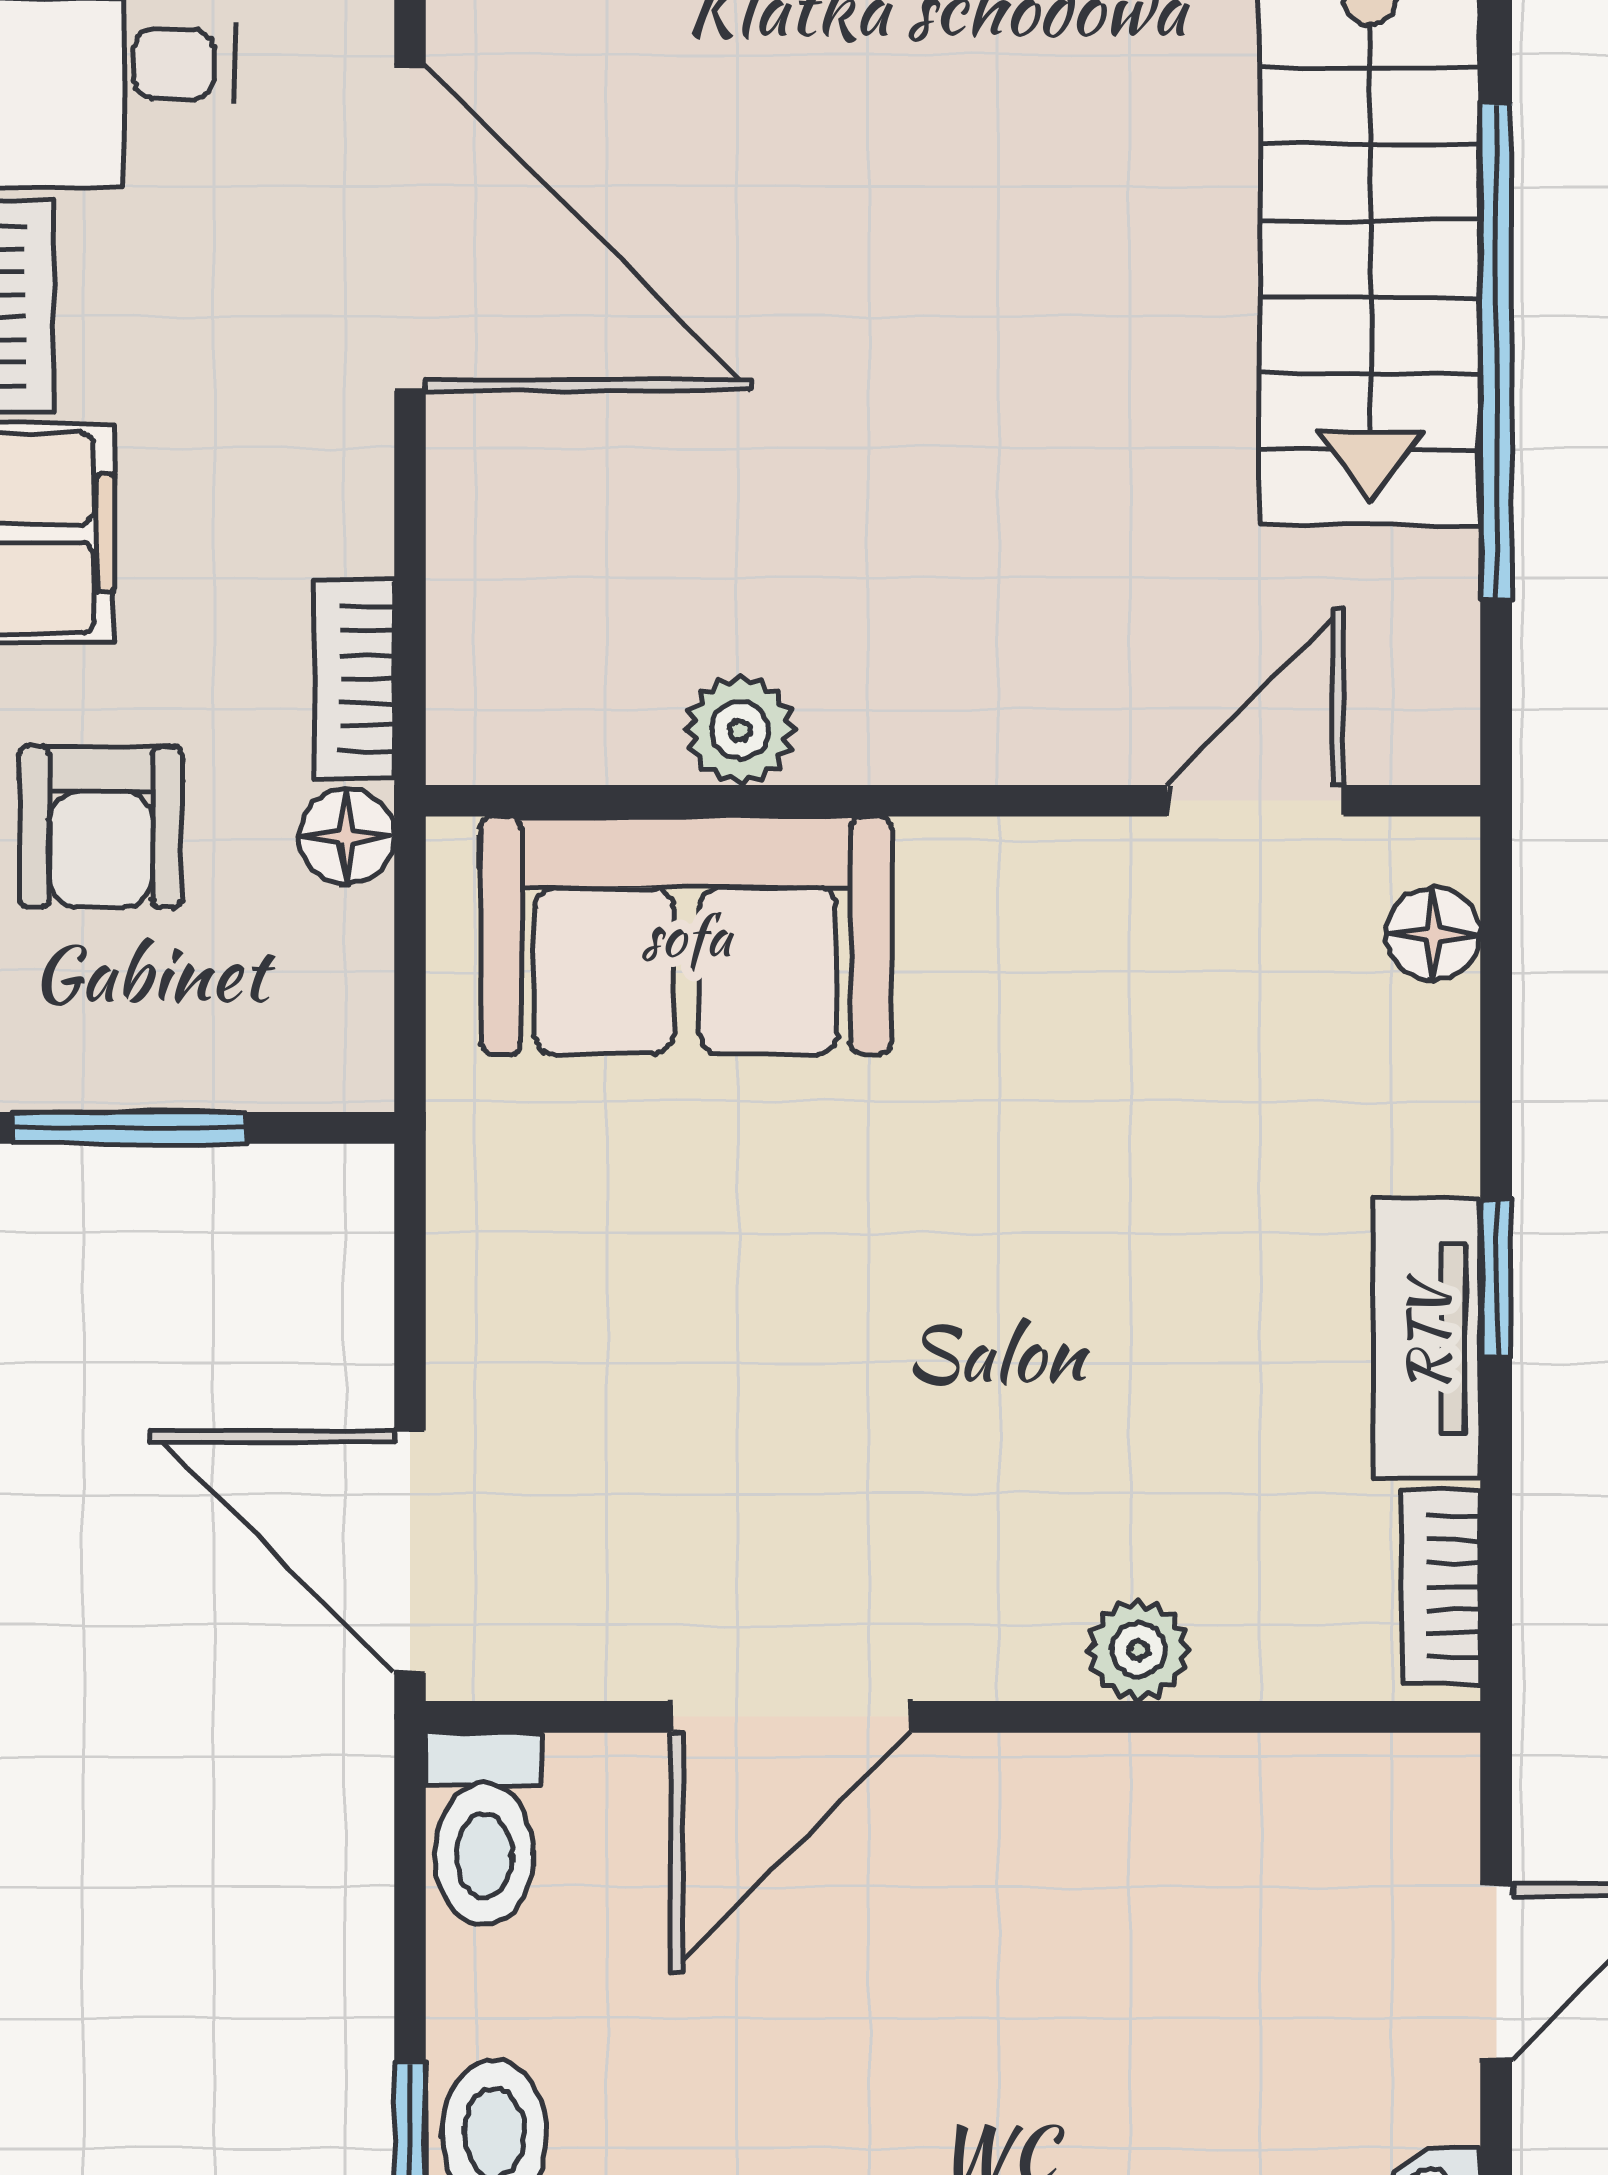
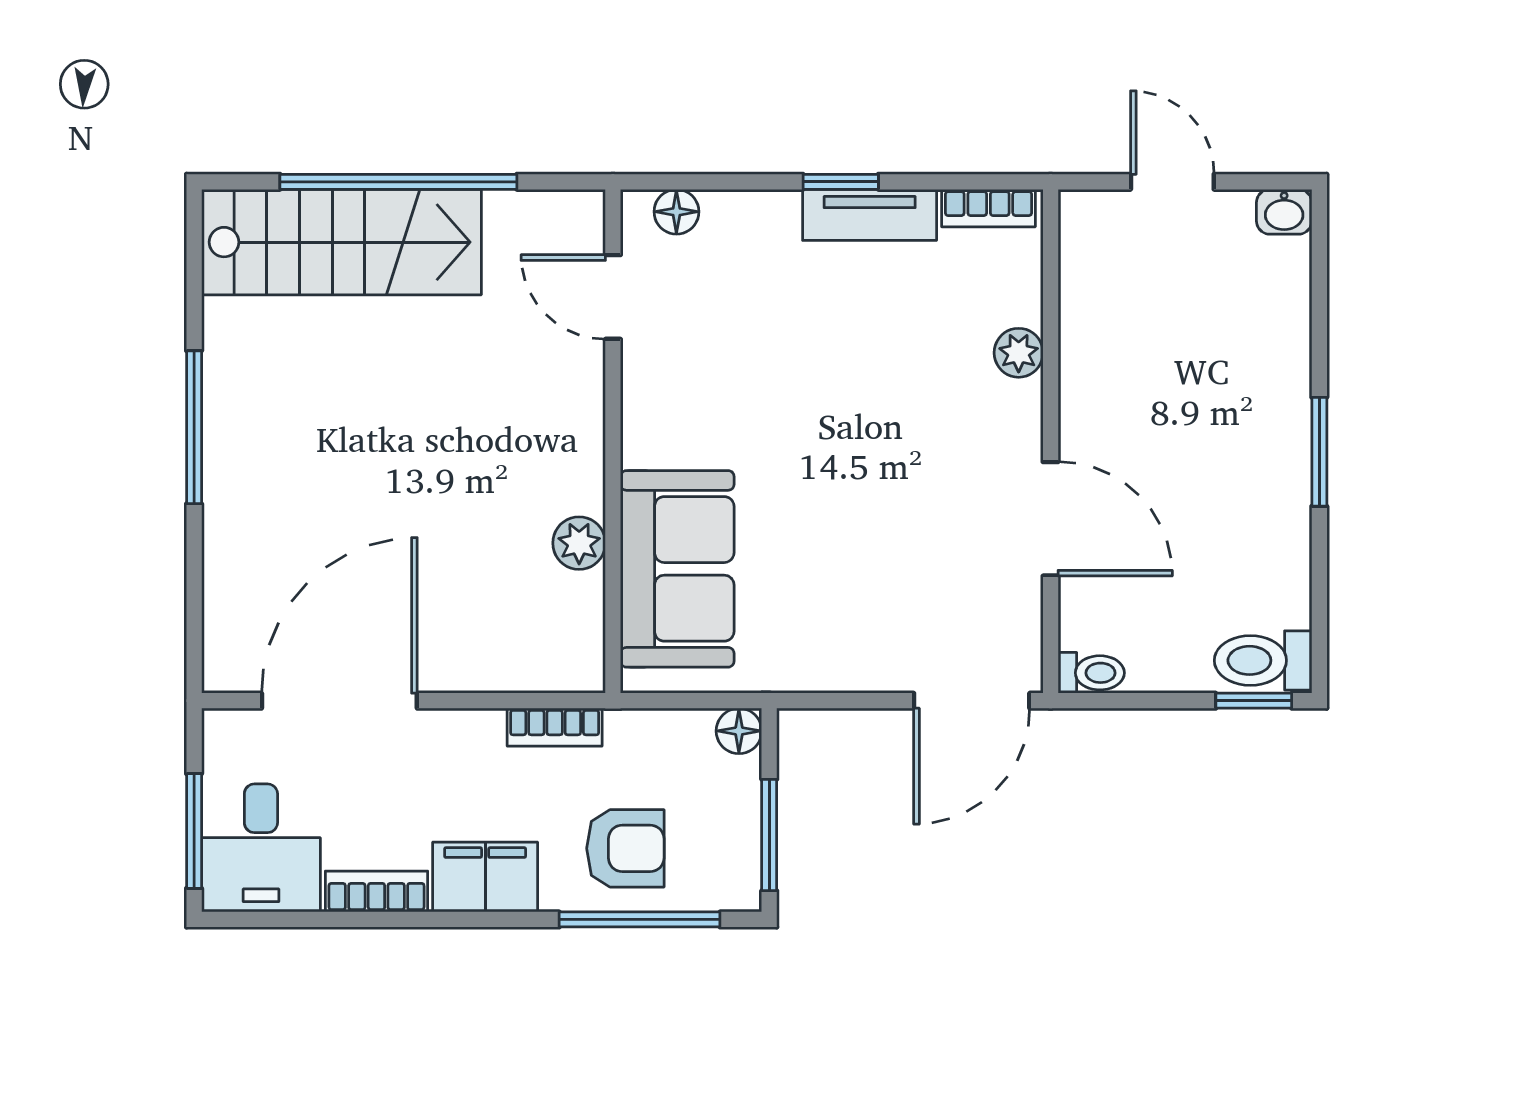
floor lamp: (347, 836) -> (739, 731), moved
toilet: (484, 1829) -> (1091, 673), width x0.73, depth x0.72

